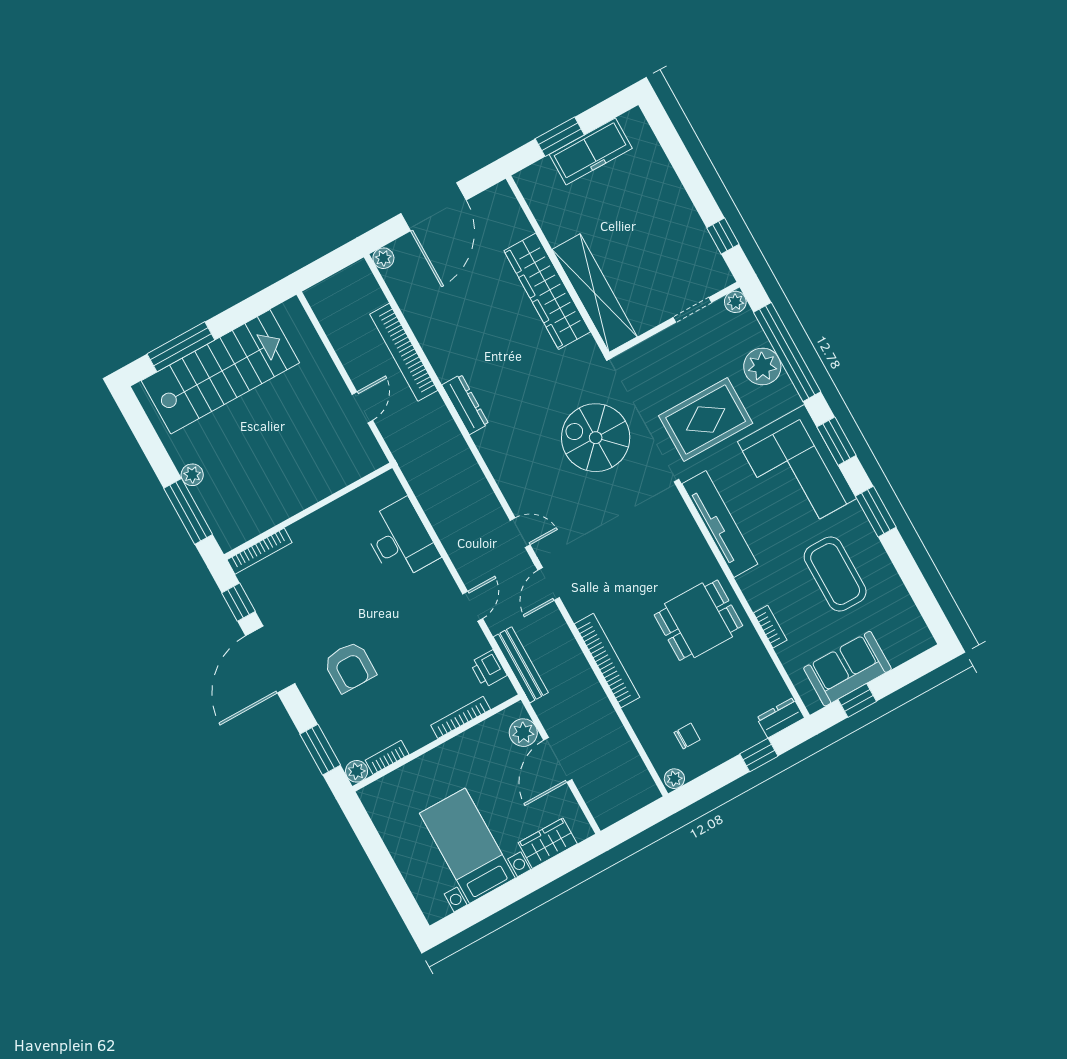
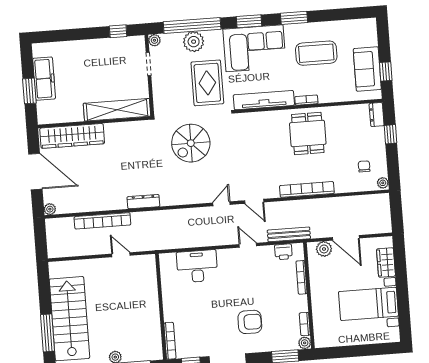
wardrobe: (547, 291) -> (72, 136), moved
bookcase: (770, 627) -> (306, 100), moved

